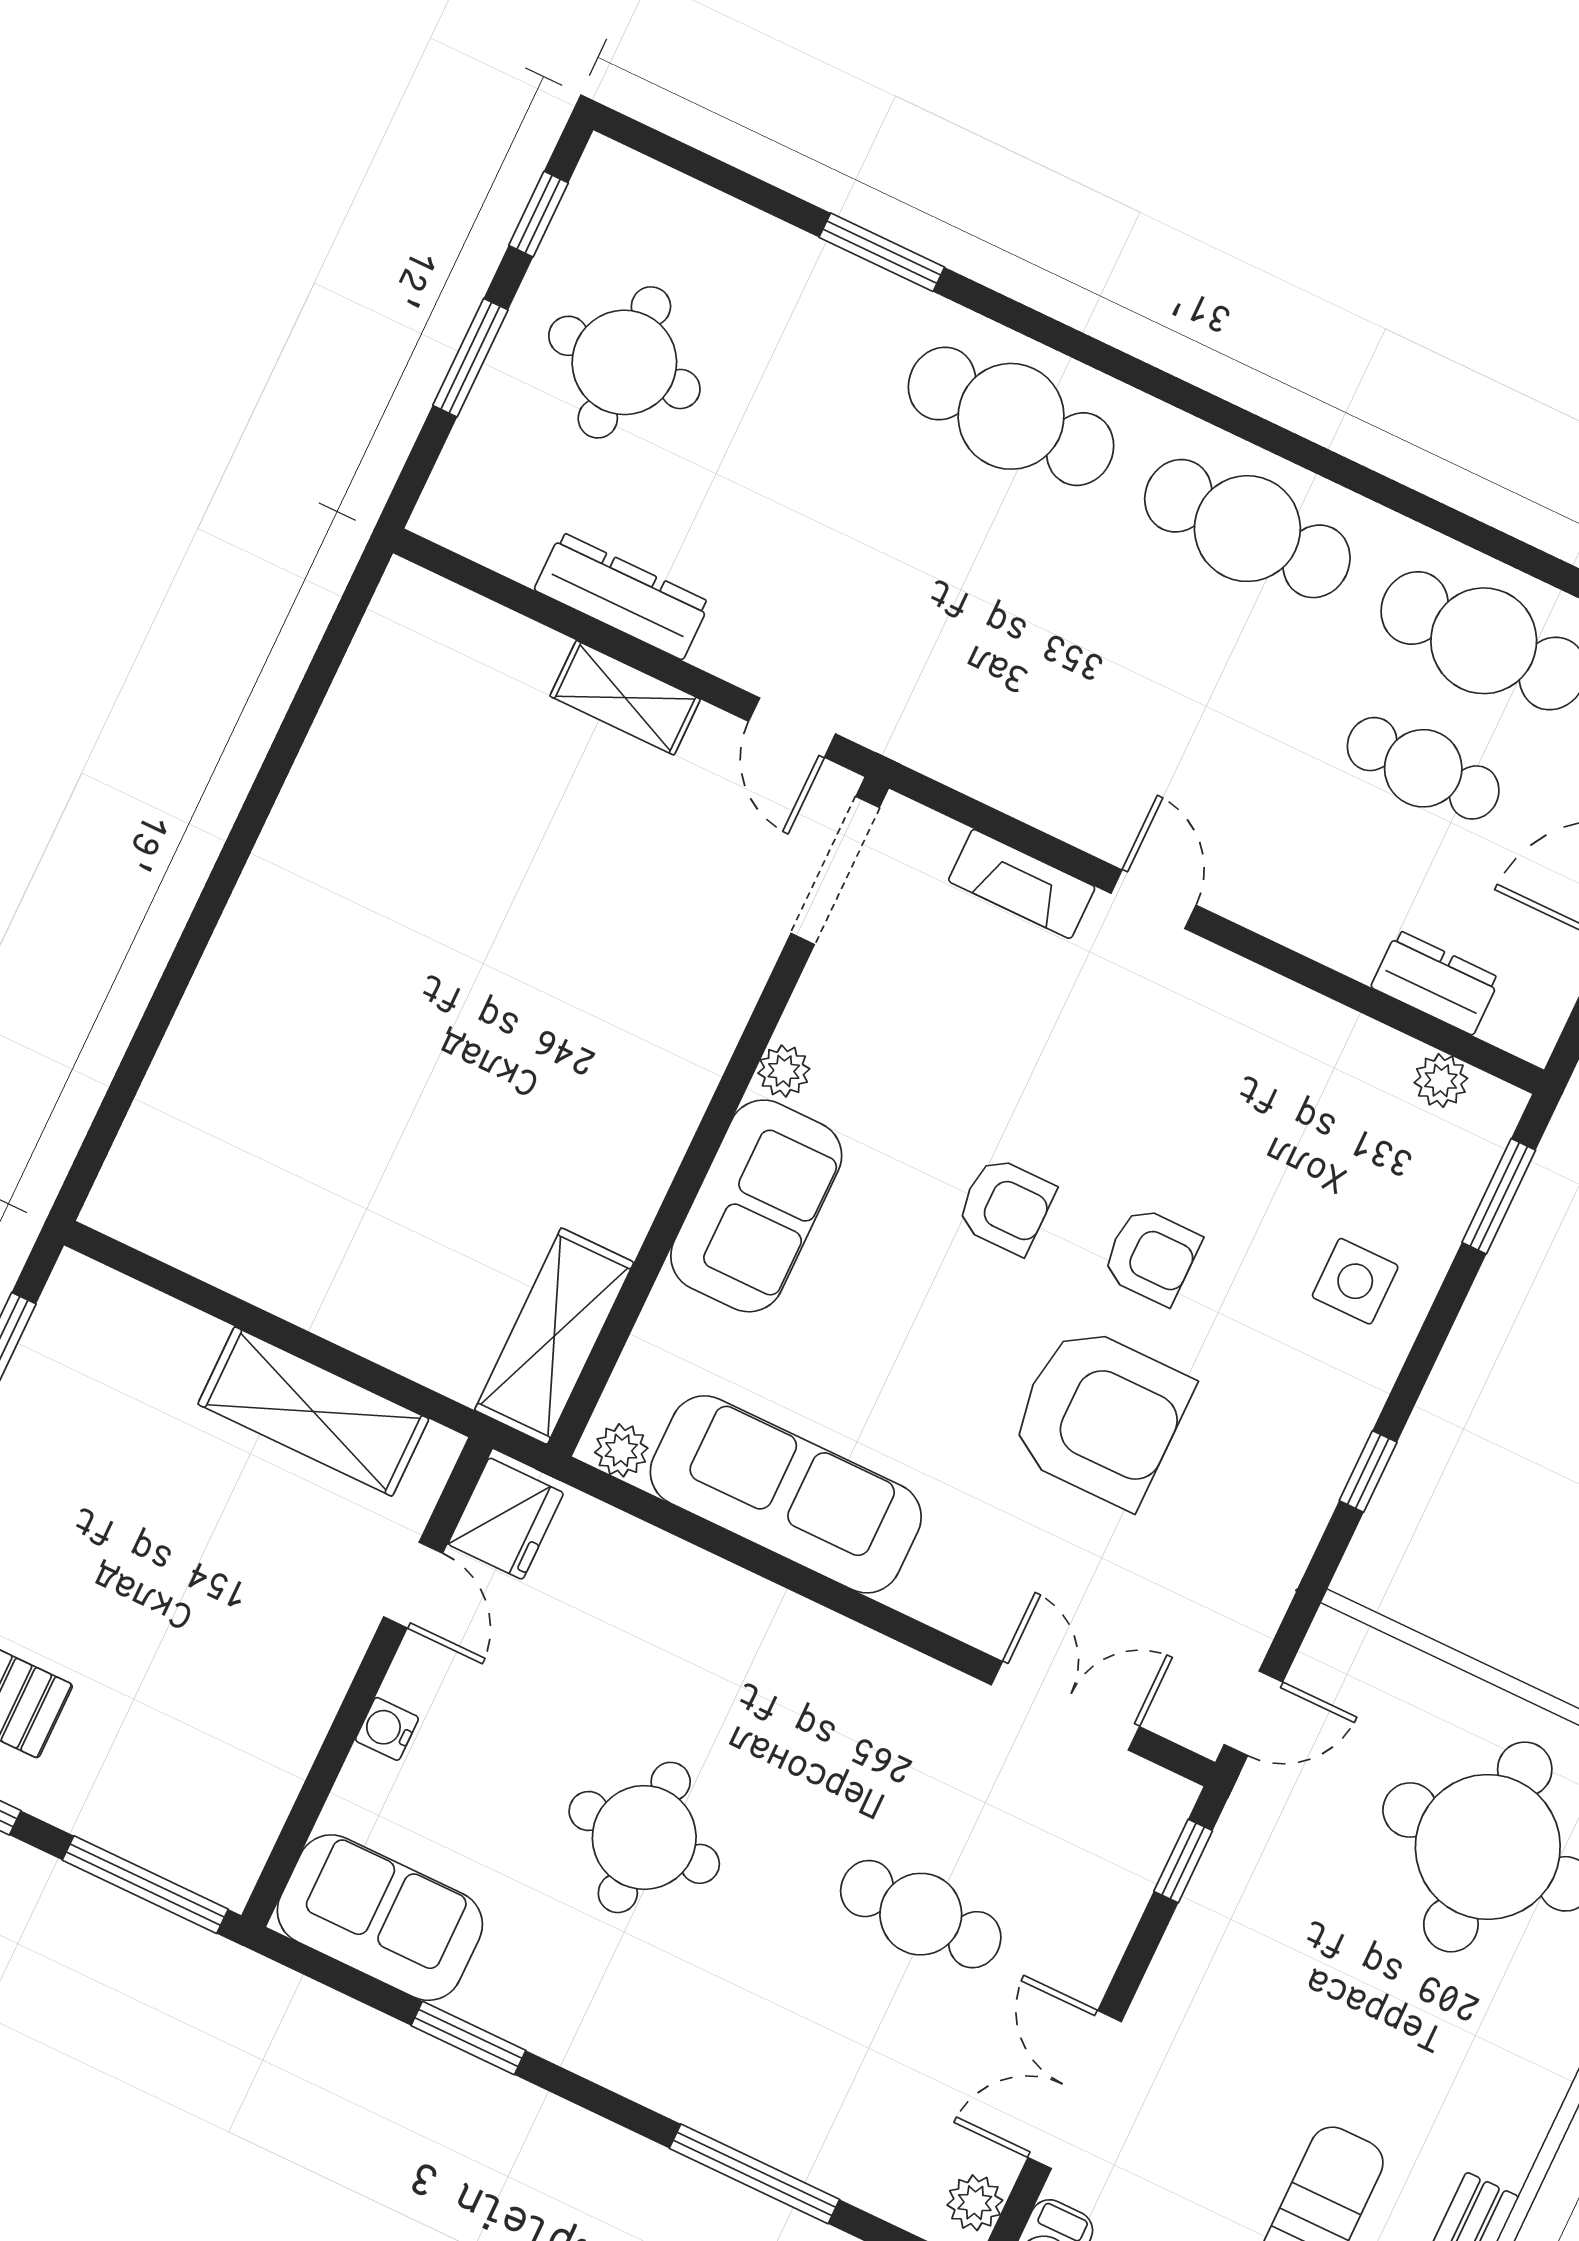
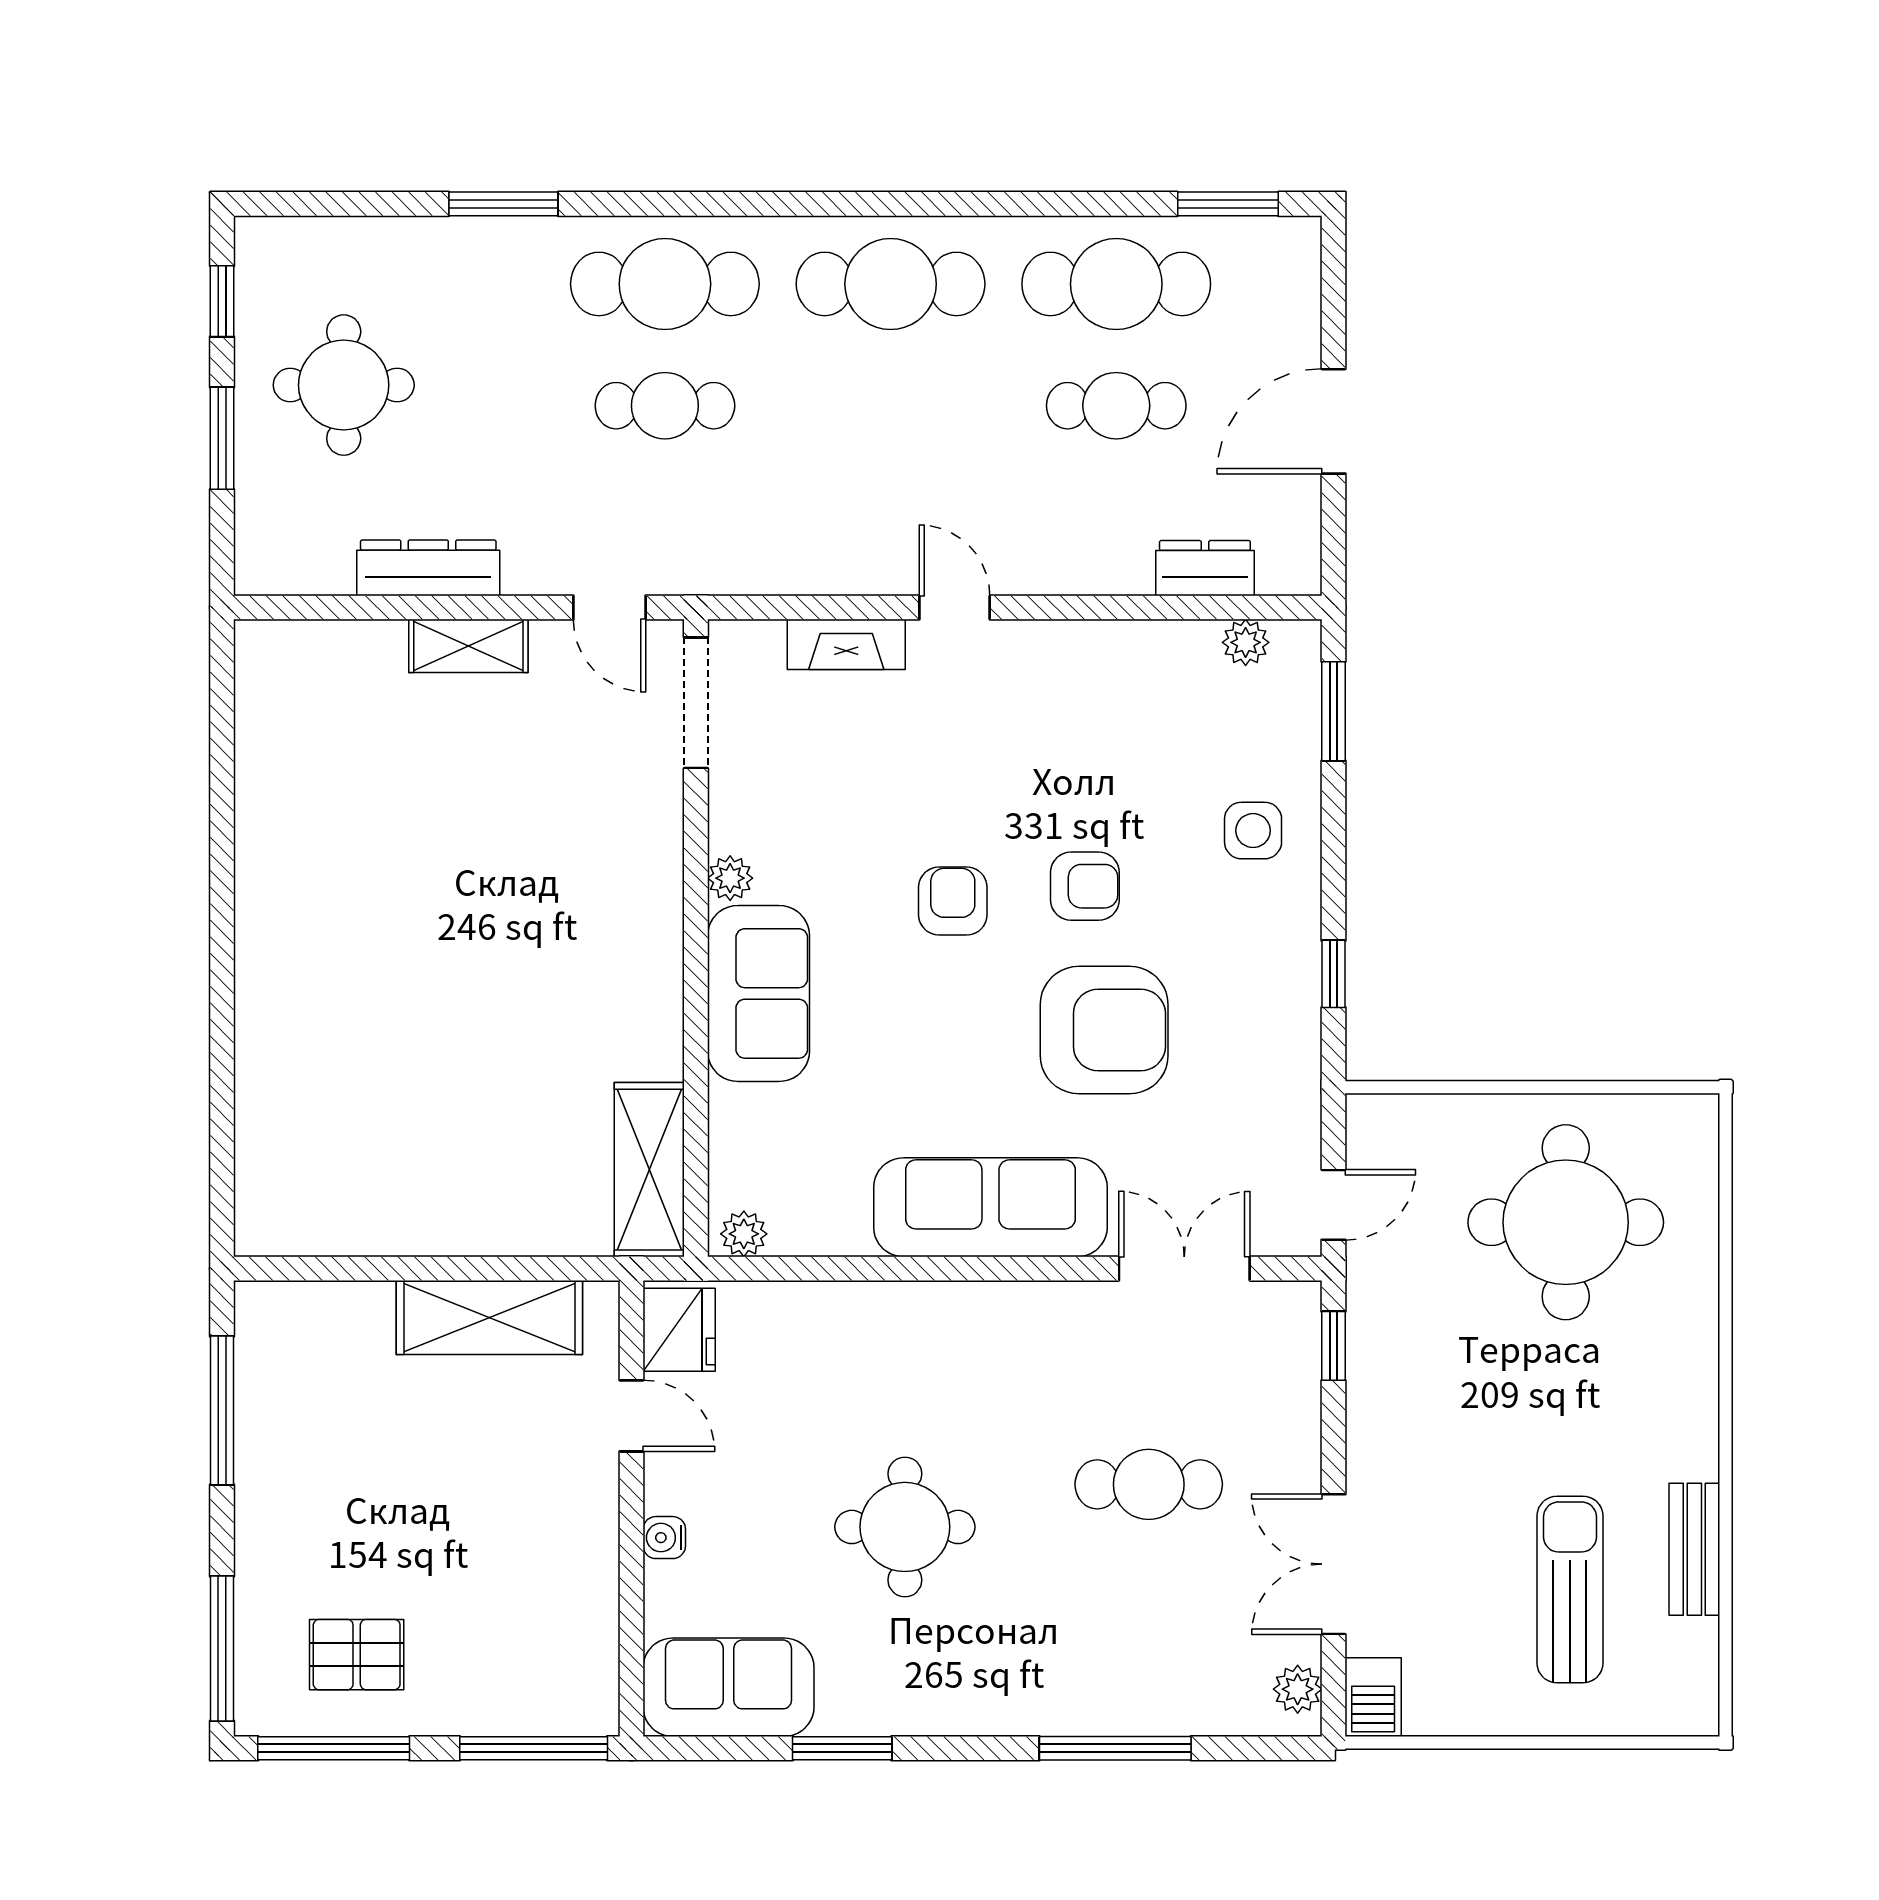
cafe table: (950, 544) -> (665, 406), added
armchair: (1006, 1206) -> (953, 901), turned -90
sofa: (786, 1494) -> (990, 1207), moved

